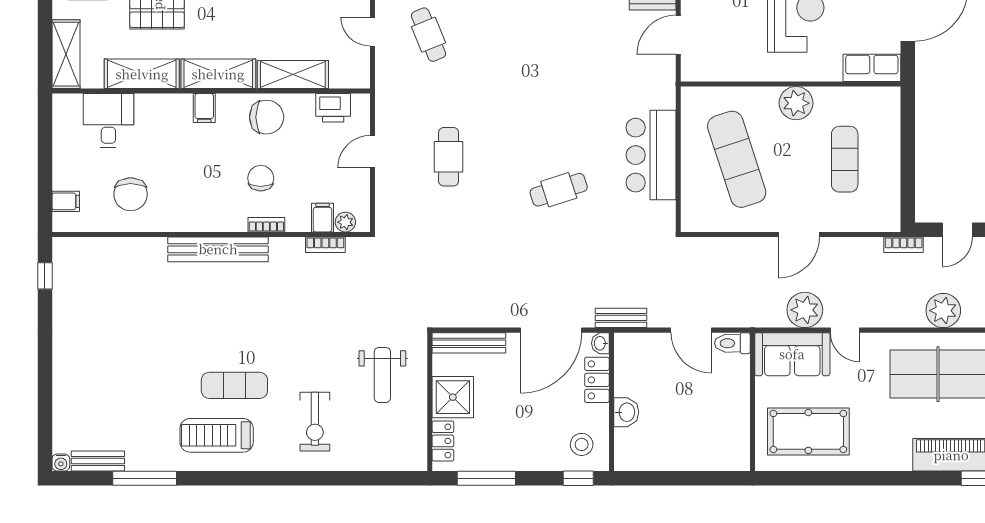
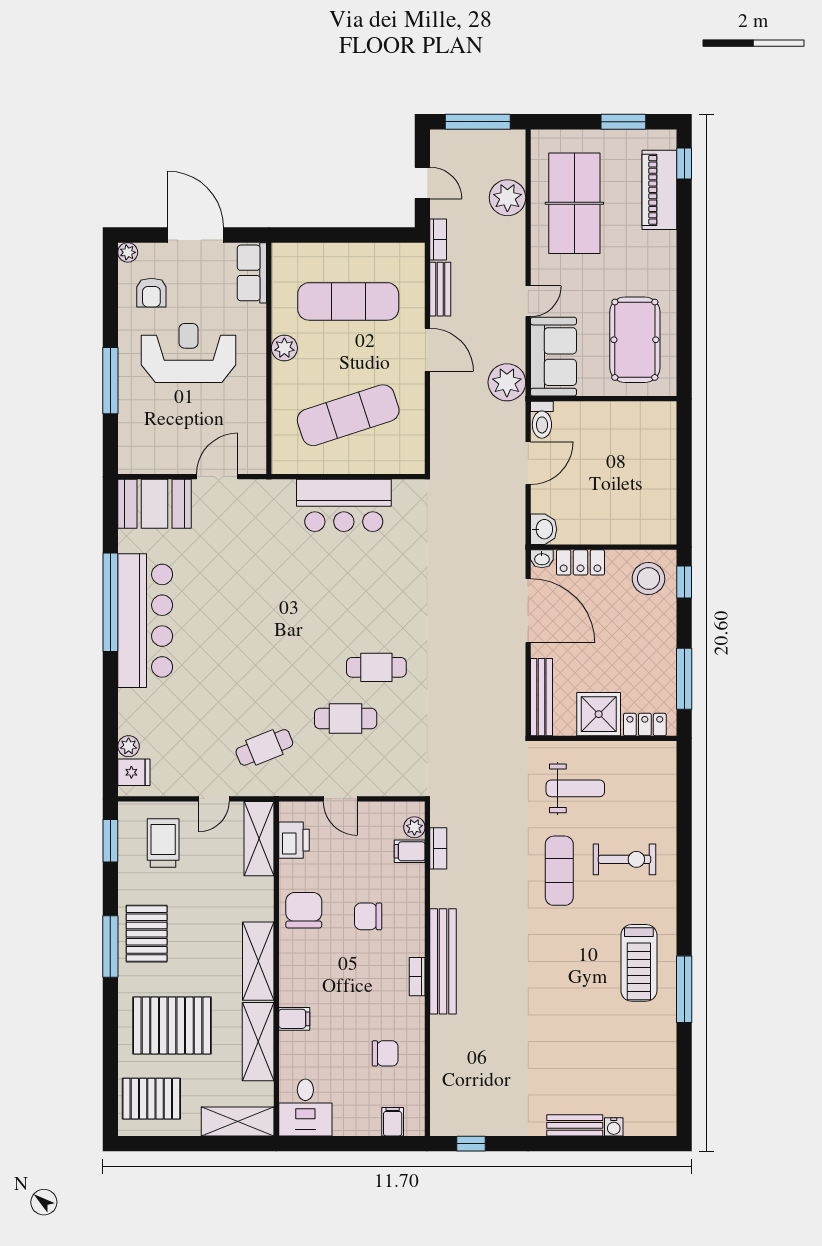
cafe table: (429, 35) -> (264, 747), moved
door: (678, 35) -> (217, 477), swing flipped
shelving: (293, 75) -> (259, 839), moved
plant: (796, 103) -> (284, 348), width x0.73, depth x0.73
filing cabinet: (204, 108) -> (294, 1019), moved
desk: (108, 121) -> (305, 1108), moved, turned -90
exercise mat: (845, 159) -> (348, 301), width x1.36, depth x1.45
cafe table: (559, 190) -> (376, 667), moved, turned -72
chair: (131, 194) -> (385, 1053), width x0.73, depth x0.73
bookcase: (266, 225) -> (417, 977), moved
plant: (805, 310) -> (507, 382), moved
bench: (621, 318) -> (440, 289), moved
exercise mat: (234, 385) -> (559, 871), moved
washbasin: (626, 412) -> (544, 529), moved, turned 90
stool: (582, 444) -> (649, 578), width x1.38, depth x1.38
bench: (98, 461) -> (575, 1125), moved, turned 90
water cooler: (61, 462) -> (614, 1127), moved, turned 90
window: (145, 478) -> (684, 989), moved

